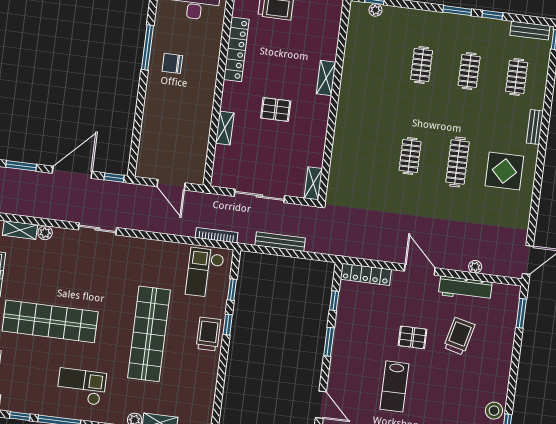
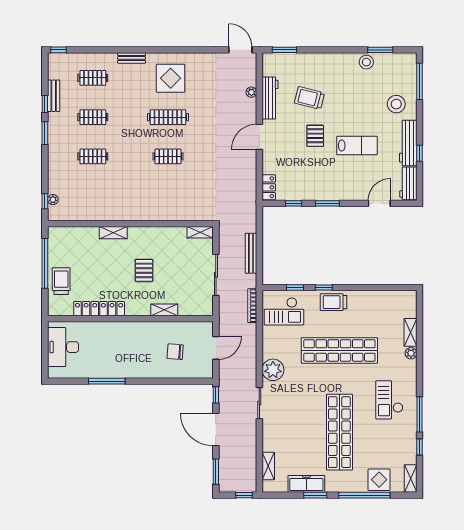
bench: (530, 30) -> (54, 96), moved
chair: (172, 63) -> (175, 352), moved, turned 94
plant: (45, 233) -> (273, 370), moved, width x1.88, depth x1.88
locker: (366, 274) -> (269, 187), width x0.66

